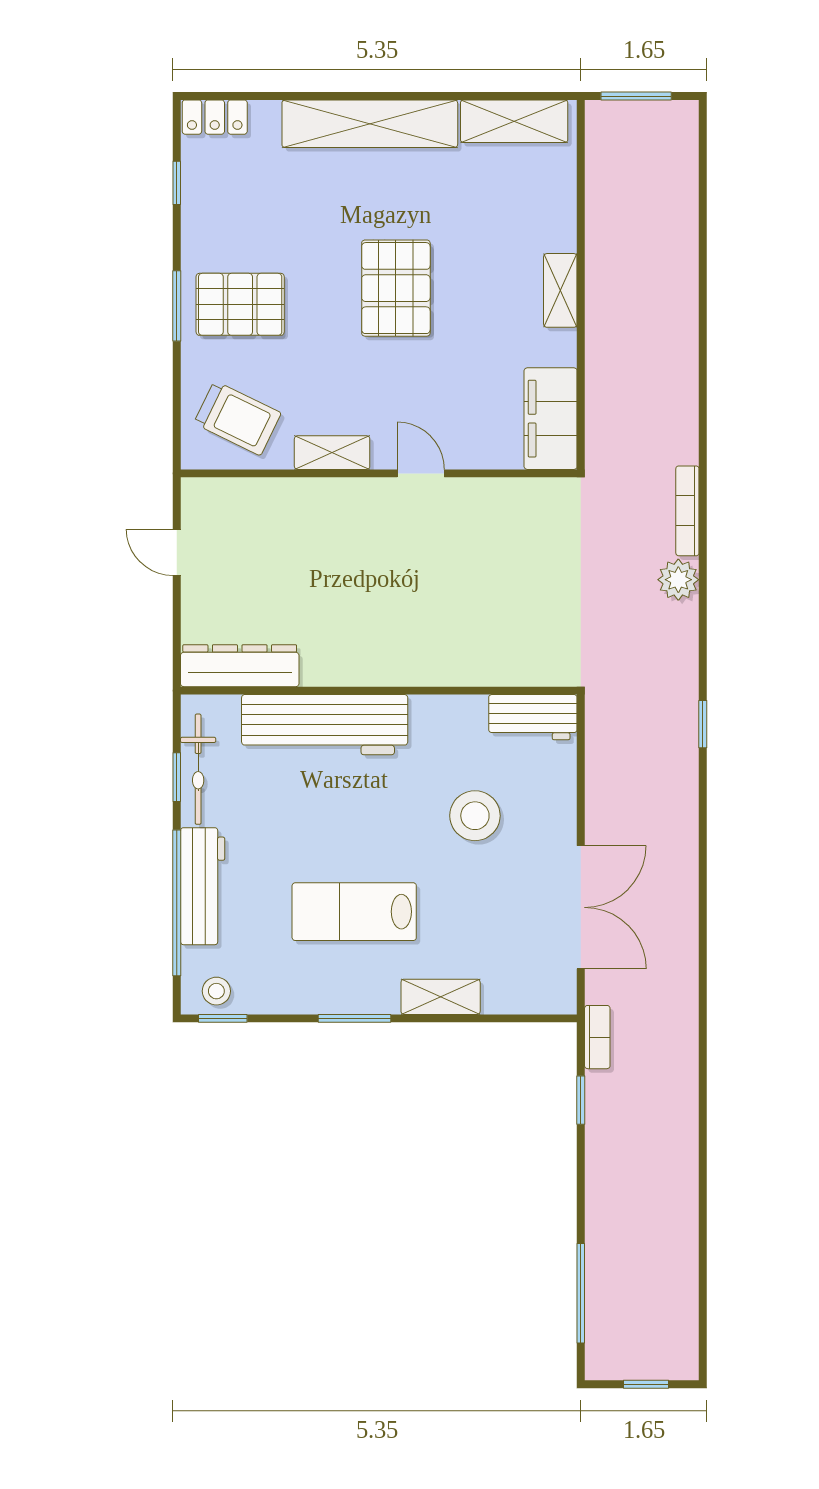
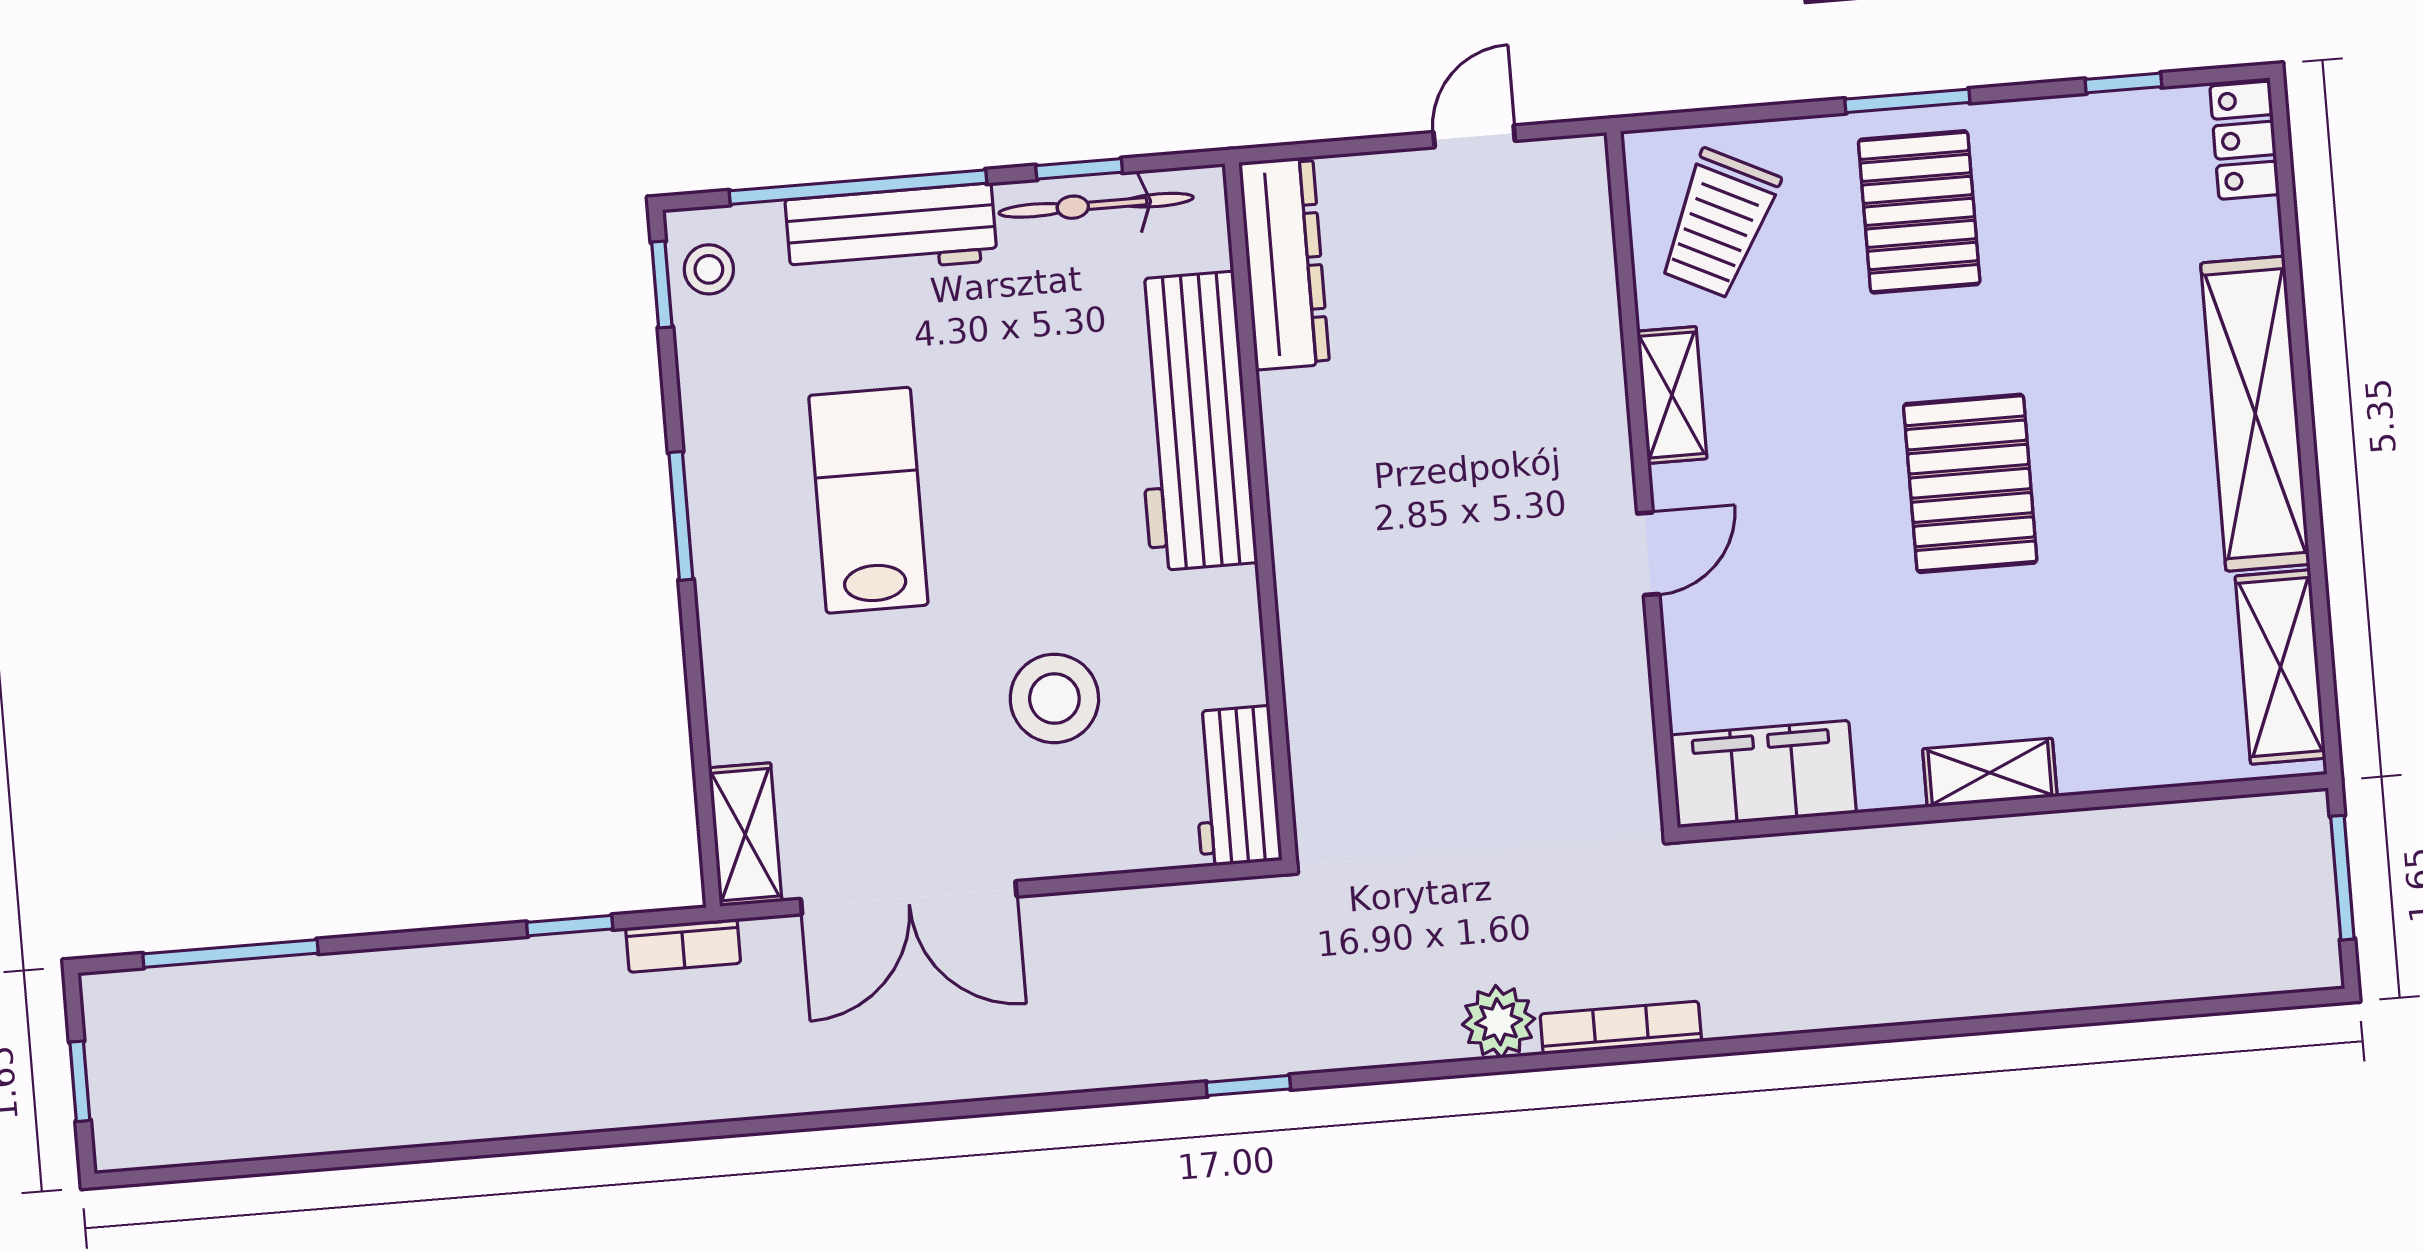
pallet: (396, 288) -> (1970, 483), turned 90
shelving: (441, 997) -> (745, 835), moved

